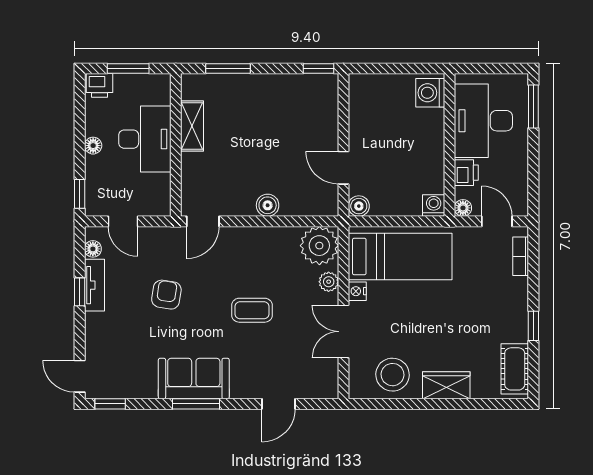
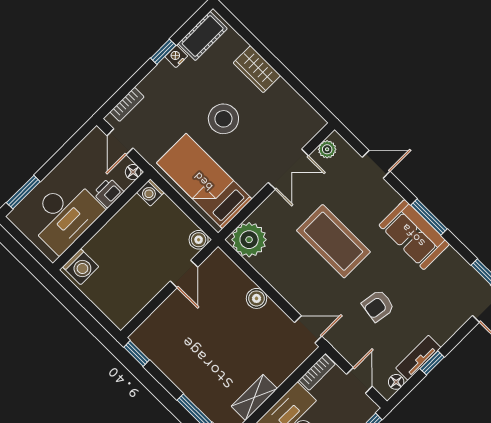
bookcase: (163, 195) -> (317, 372), added
plant: (329, 282) -> (327, 149), moved
nightstand: (357, 291) -> (176, 56), moved, turned 180
coffee table: (252, 310) -> (333, 241), width x1.86, depth x1.72
stool: (393, 375) -> (223, 119), moved

